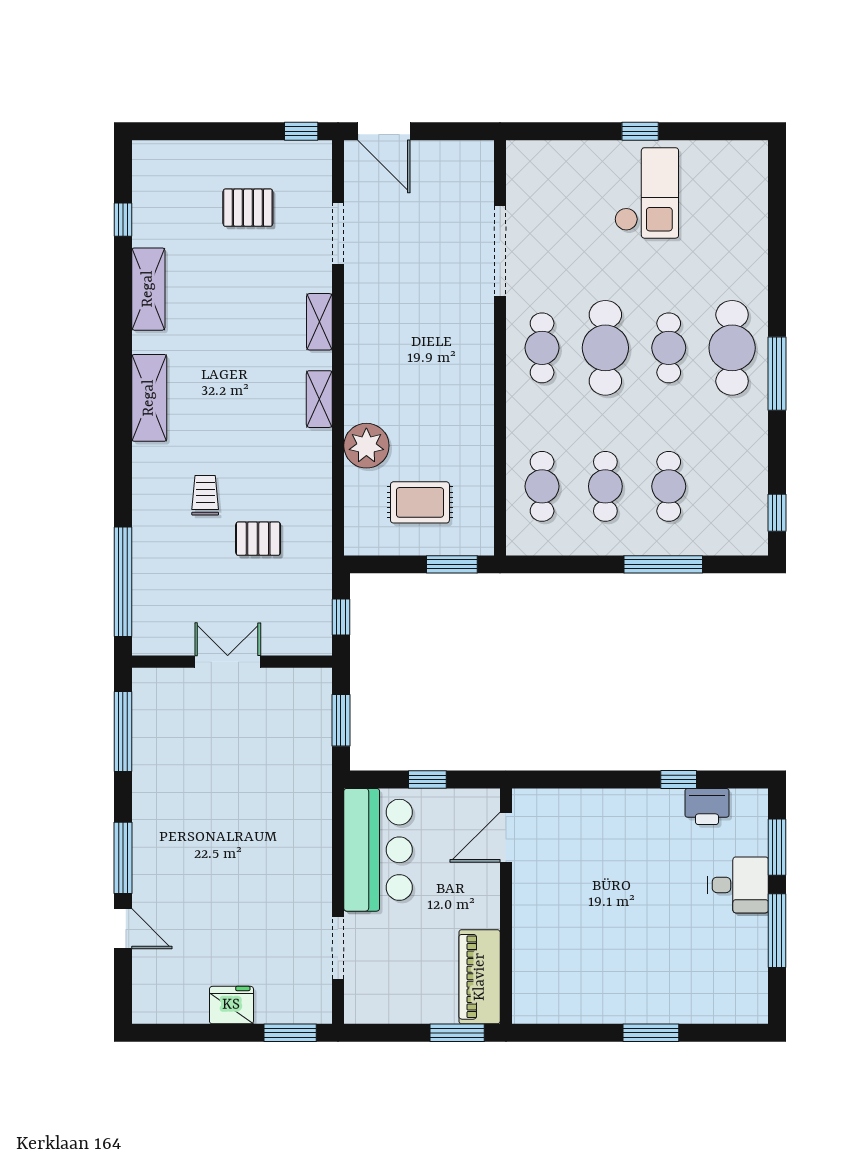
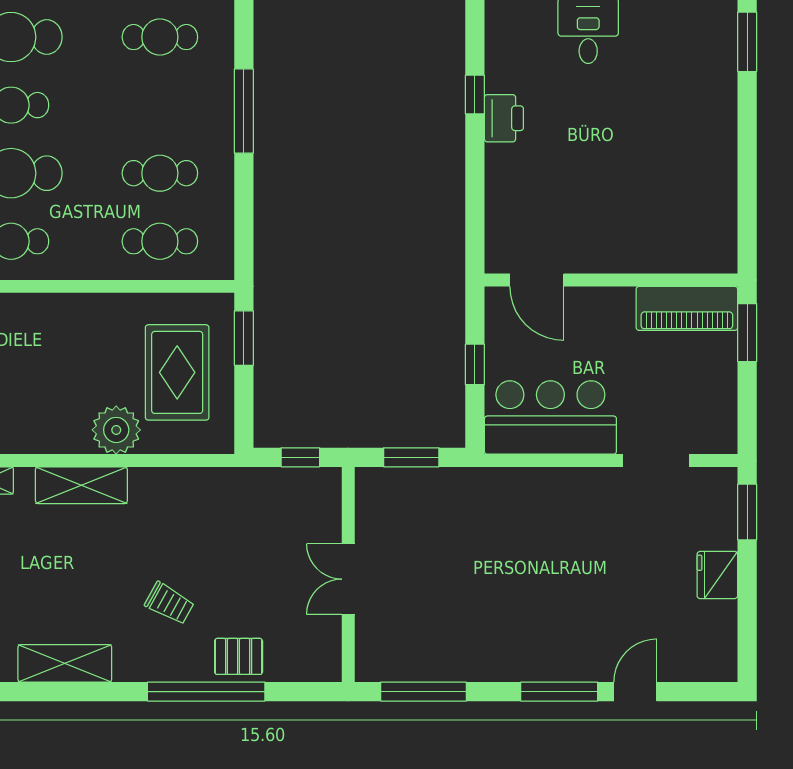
shelving: (319, 399) -> (81, 485), width x1.50, depth x1.33
cafe table: (669, 486) -> (160, 37), moved
trolley: (205, 495) -> (169, 603), turned -151
rug: (420, 502) -> (177, 372), width x1.36, depth x1.43
pallet: (258, 539) -> (239, 656), moved, turned 90
window: (123, 582) -> (206, 692), moved
printer: (707, 806) -> (504, 118), moved
window: (651, 1033) -> (747, 42), moved

